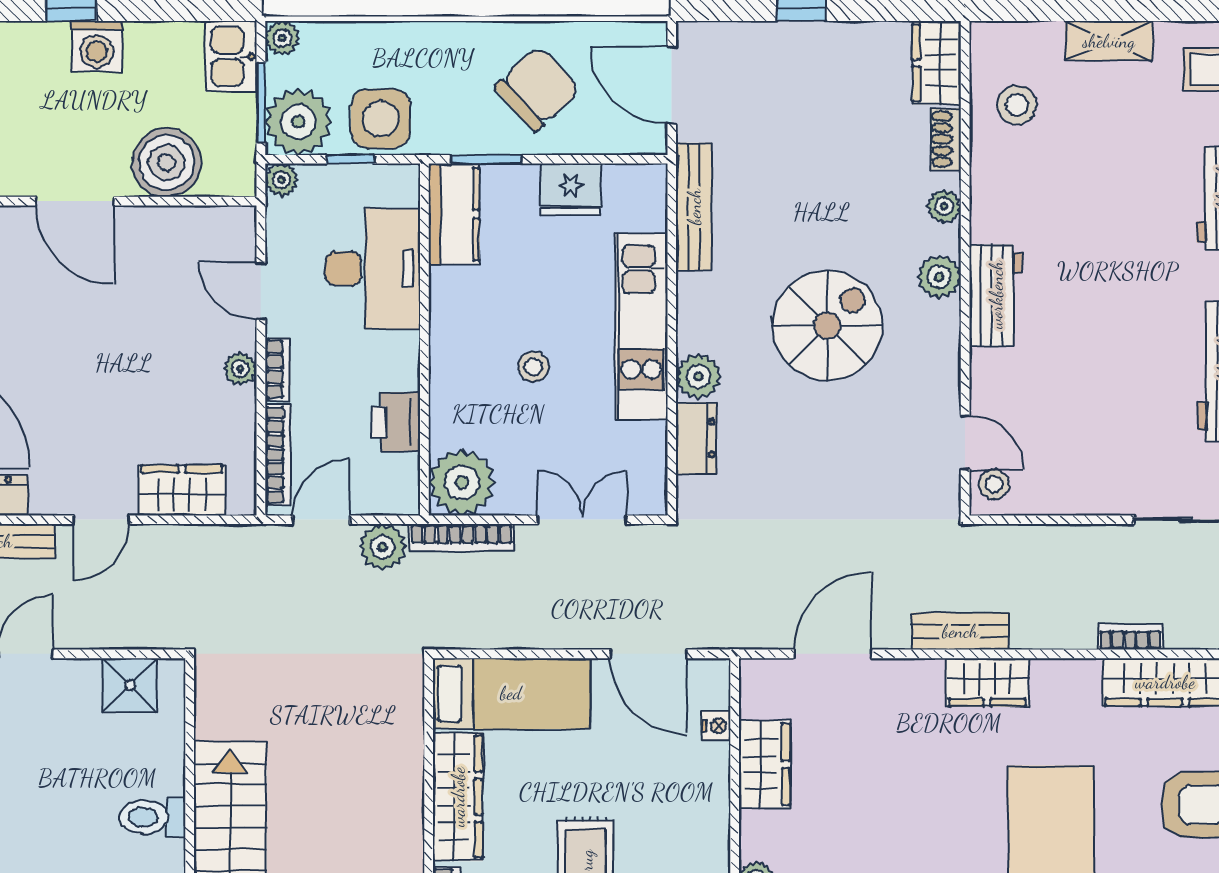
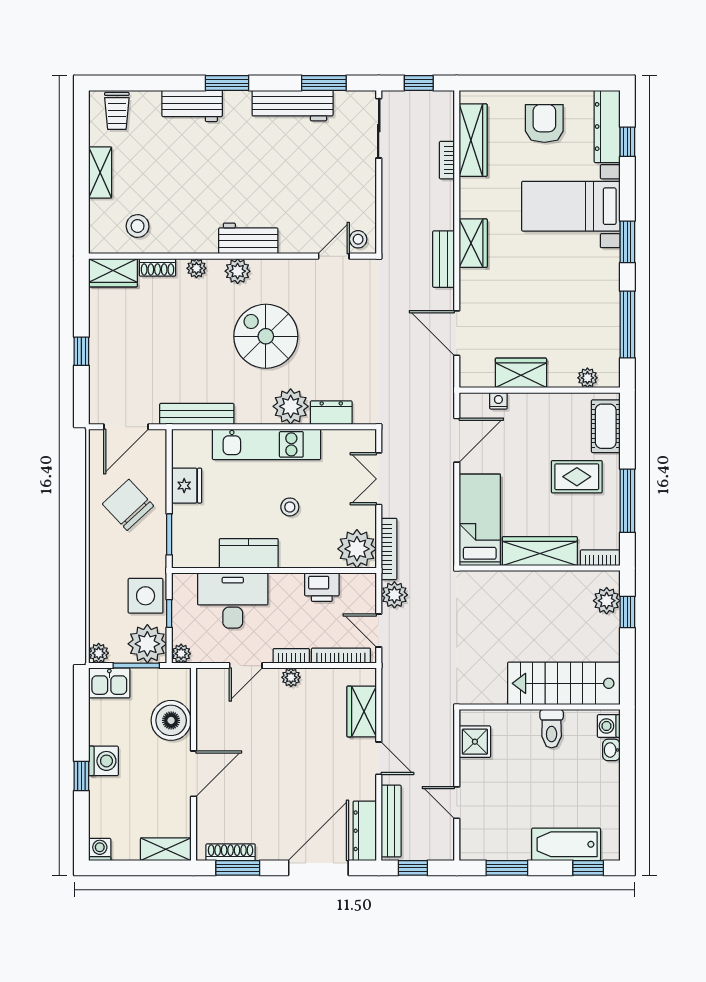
kitchen counter: (454, 214) -> (249, 553), moved
plant: (698, 376) -> (291, 406), width x1.36, depth x1.36

